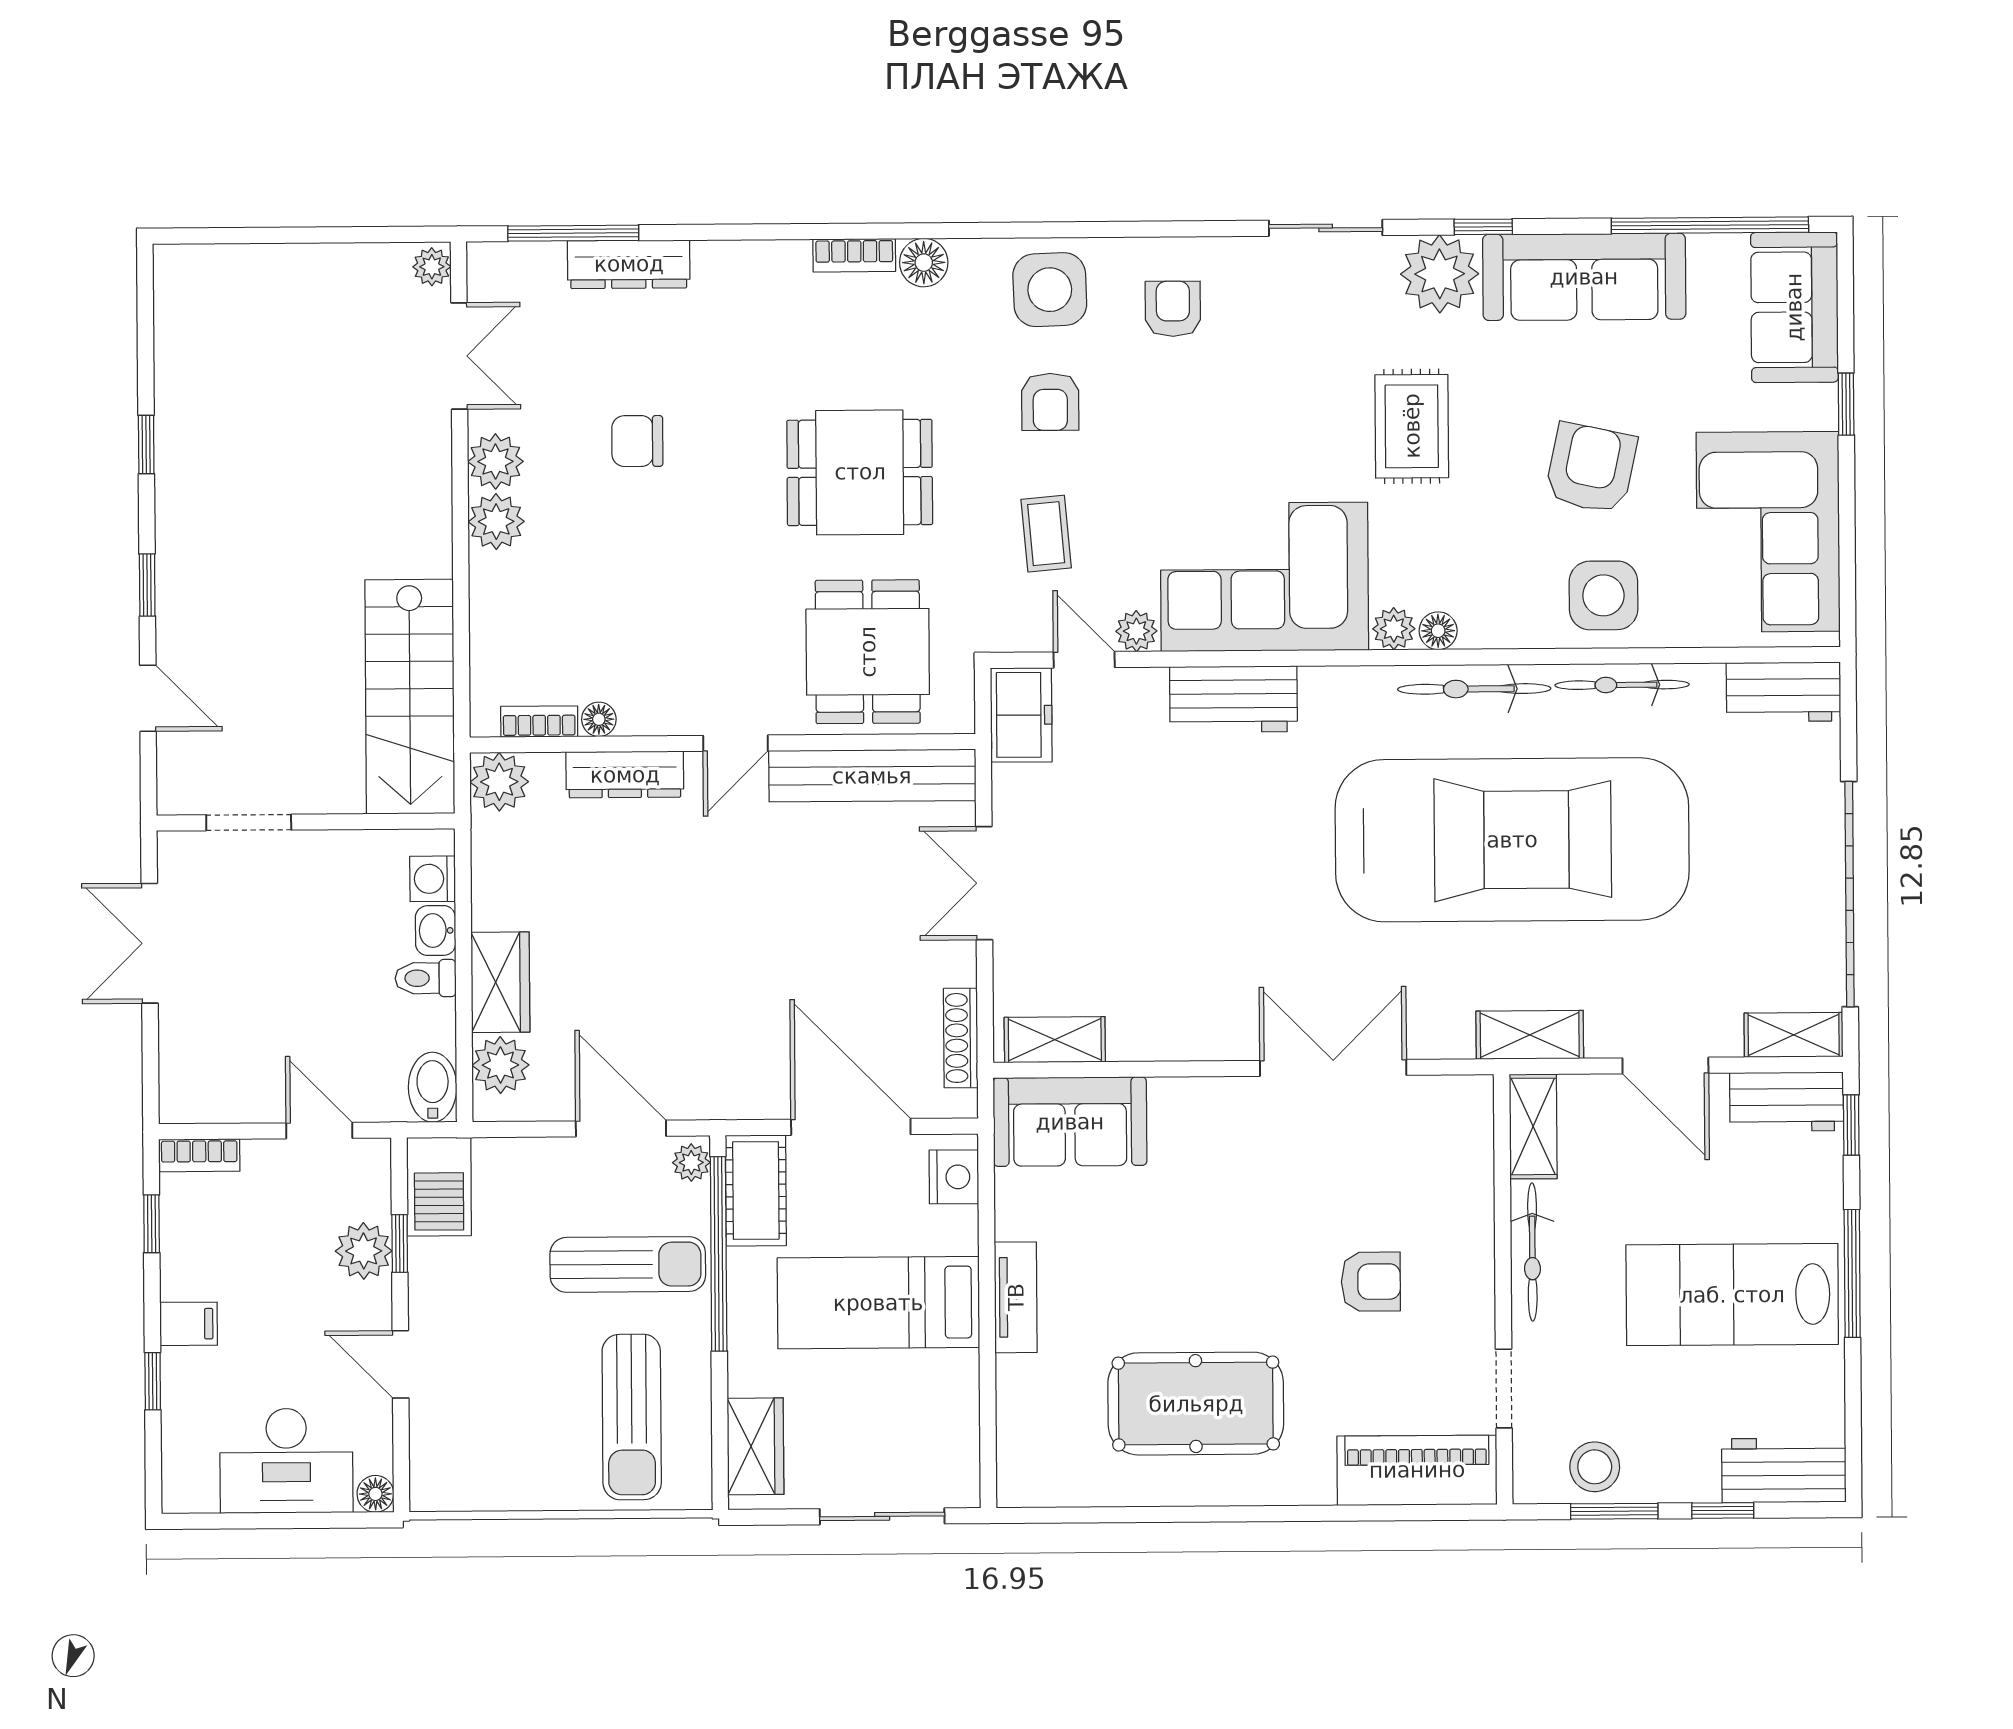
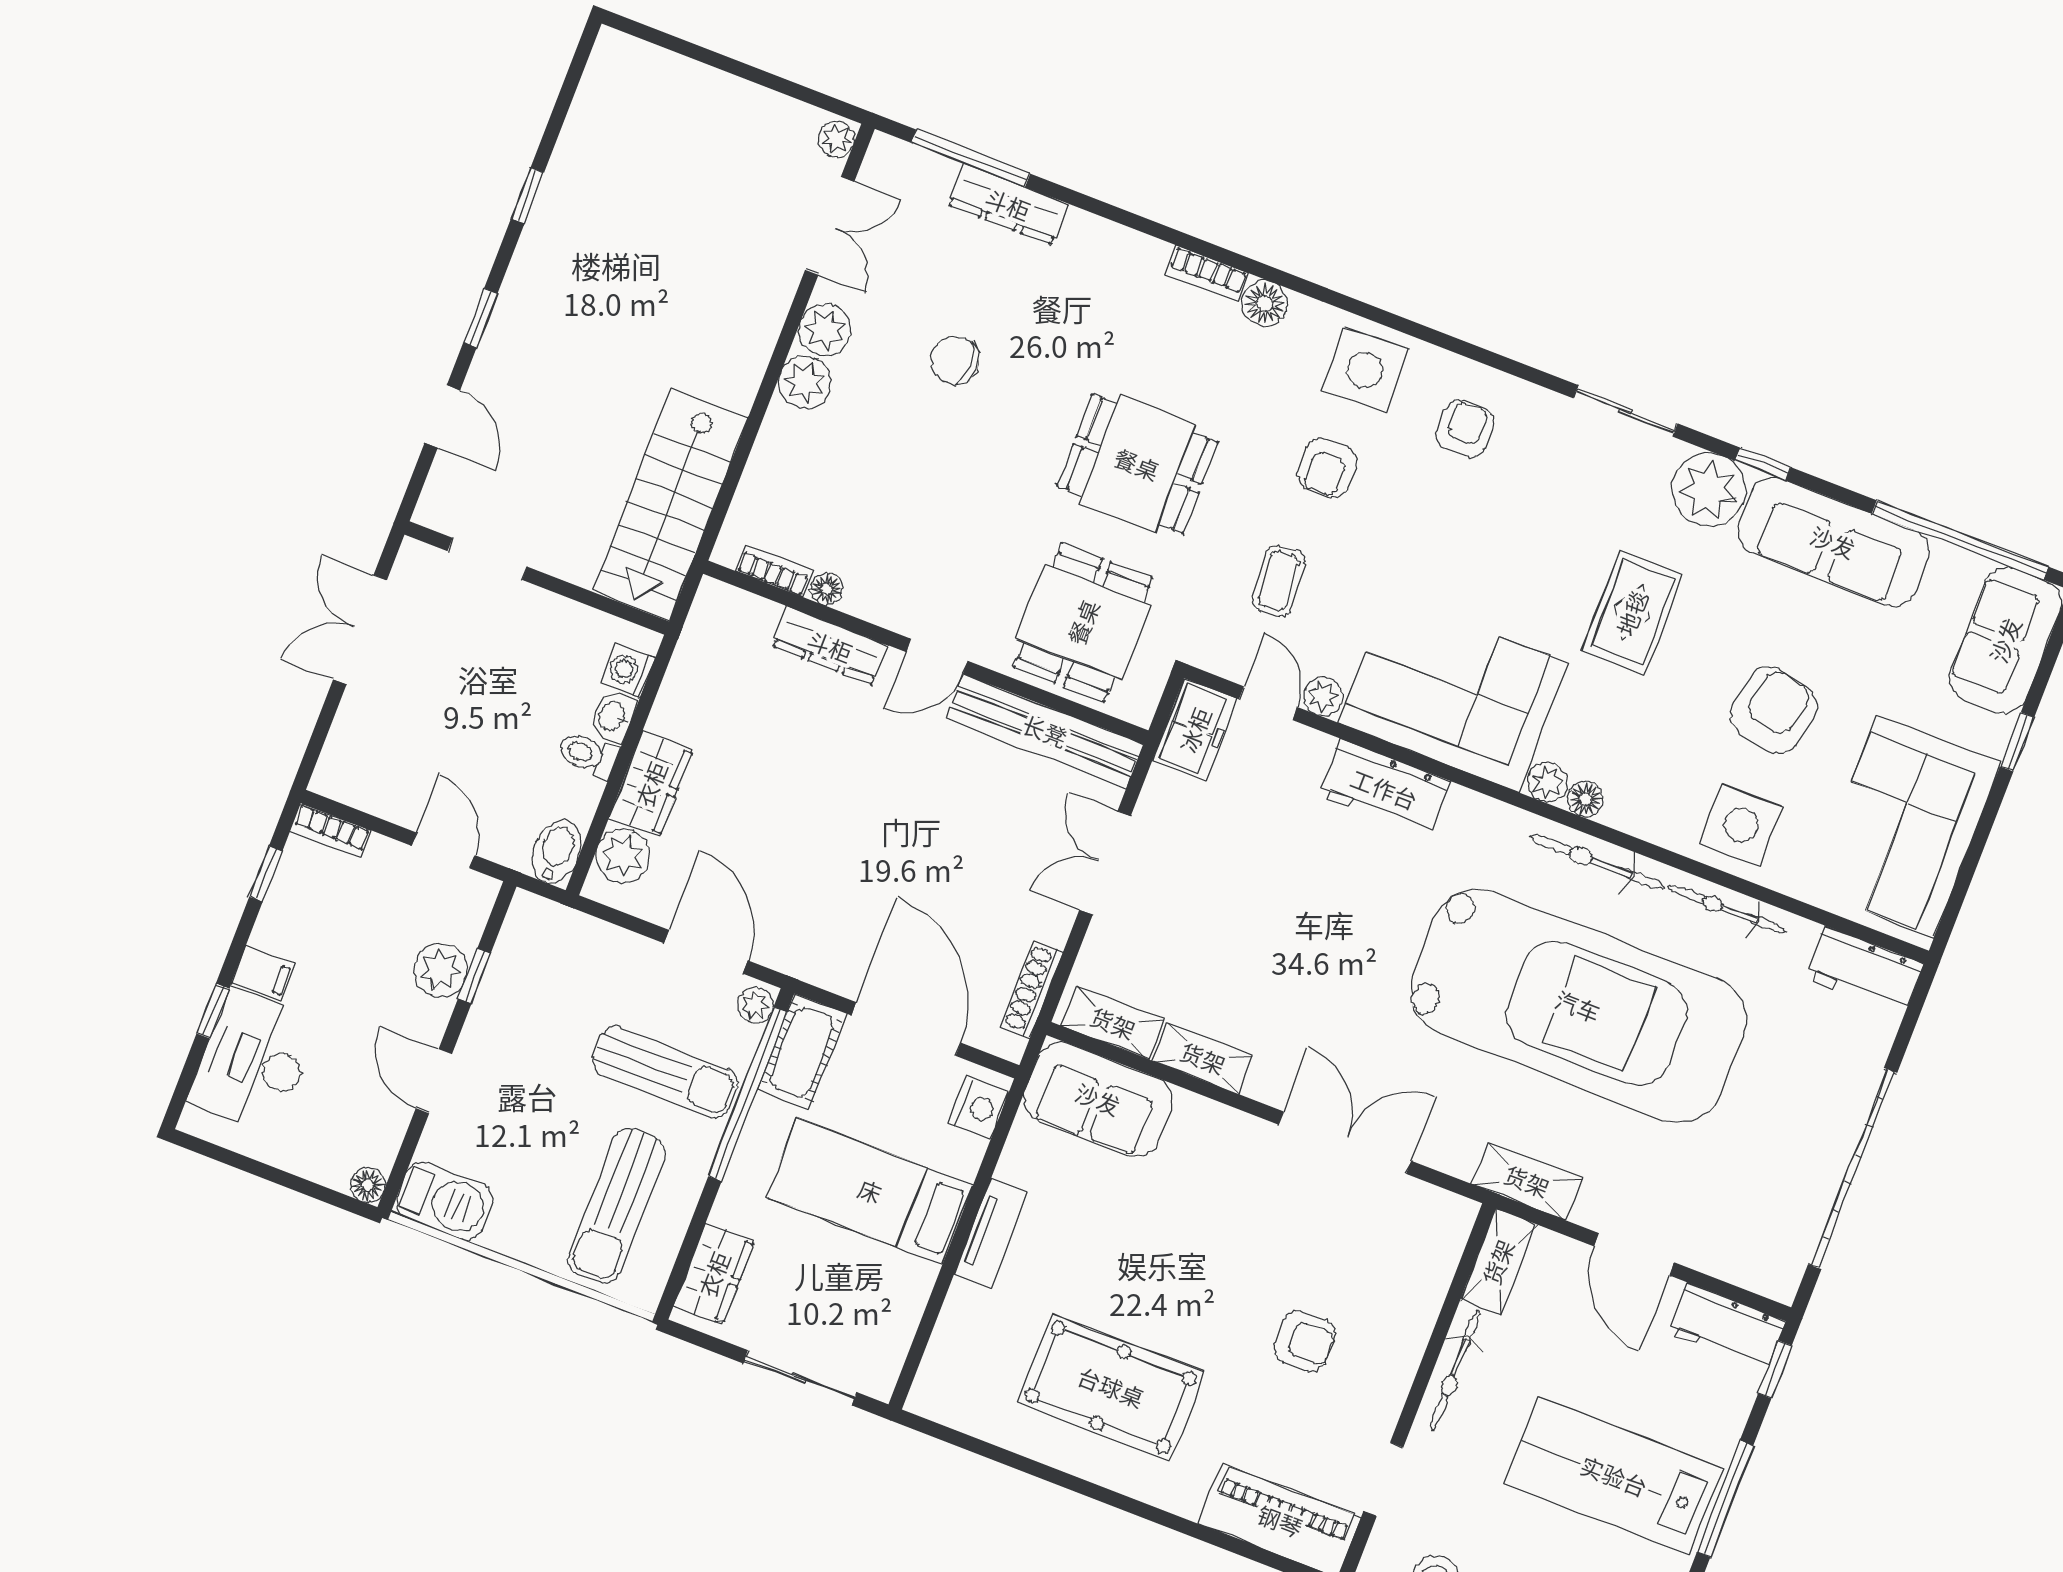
plant: (499, 782) -> (719, 609), removed
shelving: (1794, 1035) -> (1203, 1058), moved
barbecue: (439, 1187) -> (444, 1201), moved, turned -90
desk: (286, 1461) -> (253, 1061), moved, turned 90

